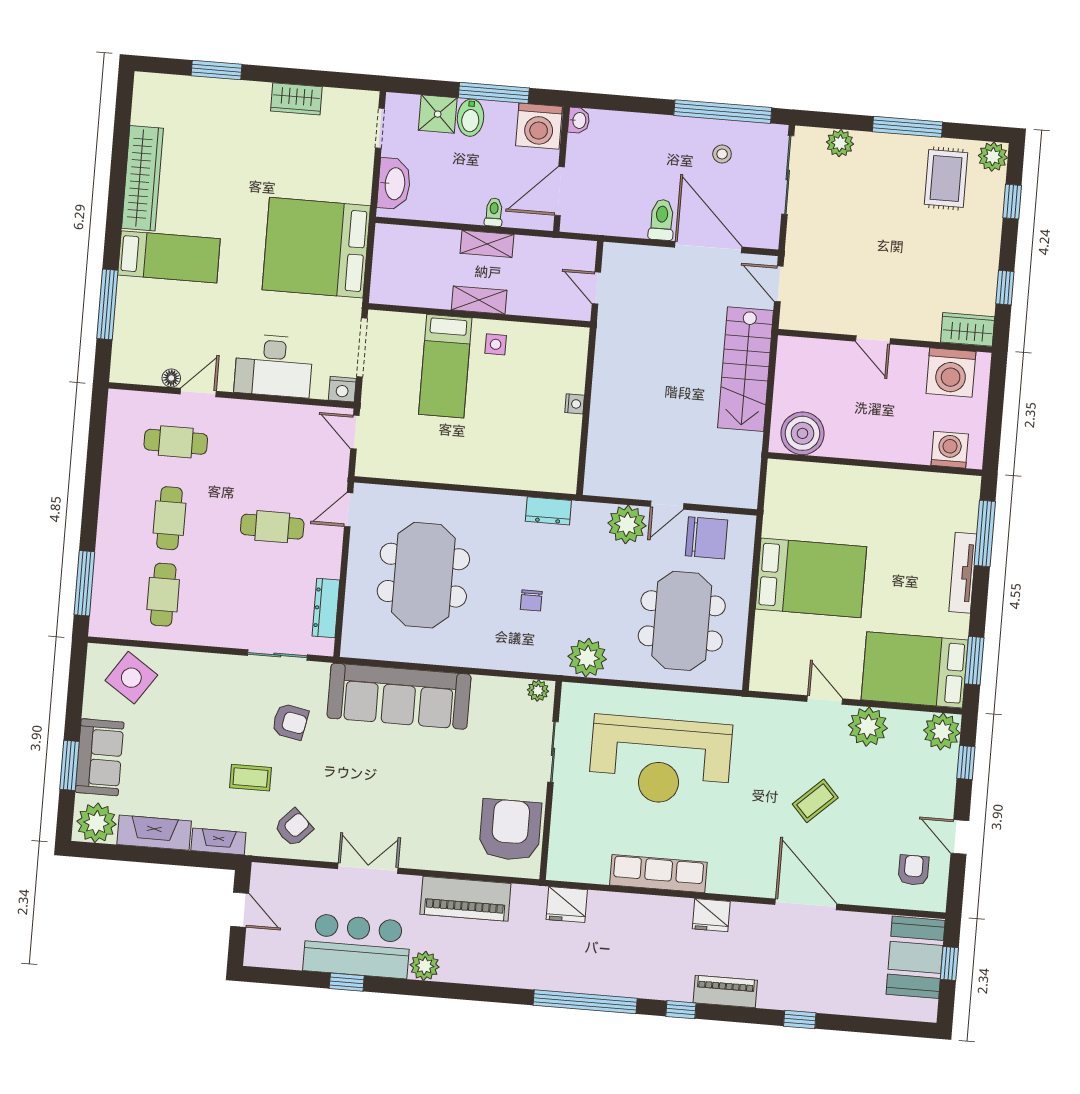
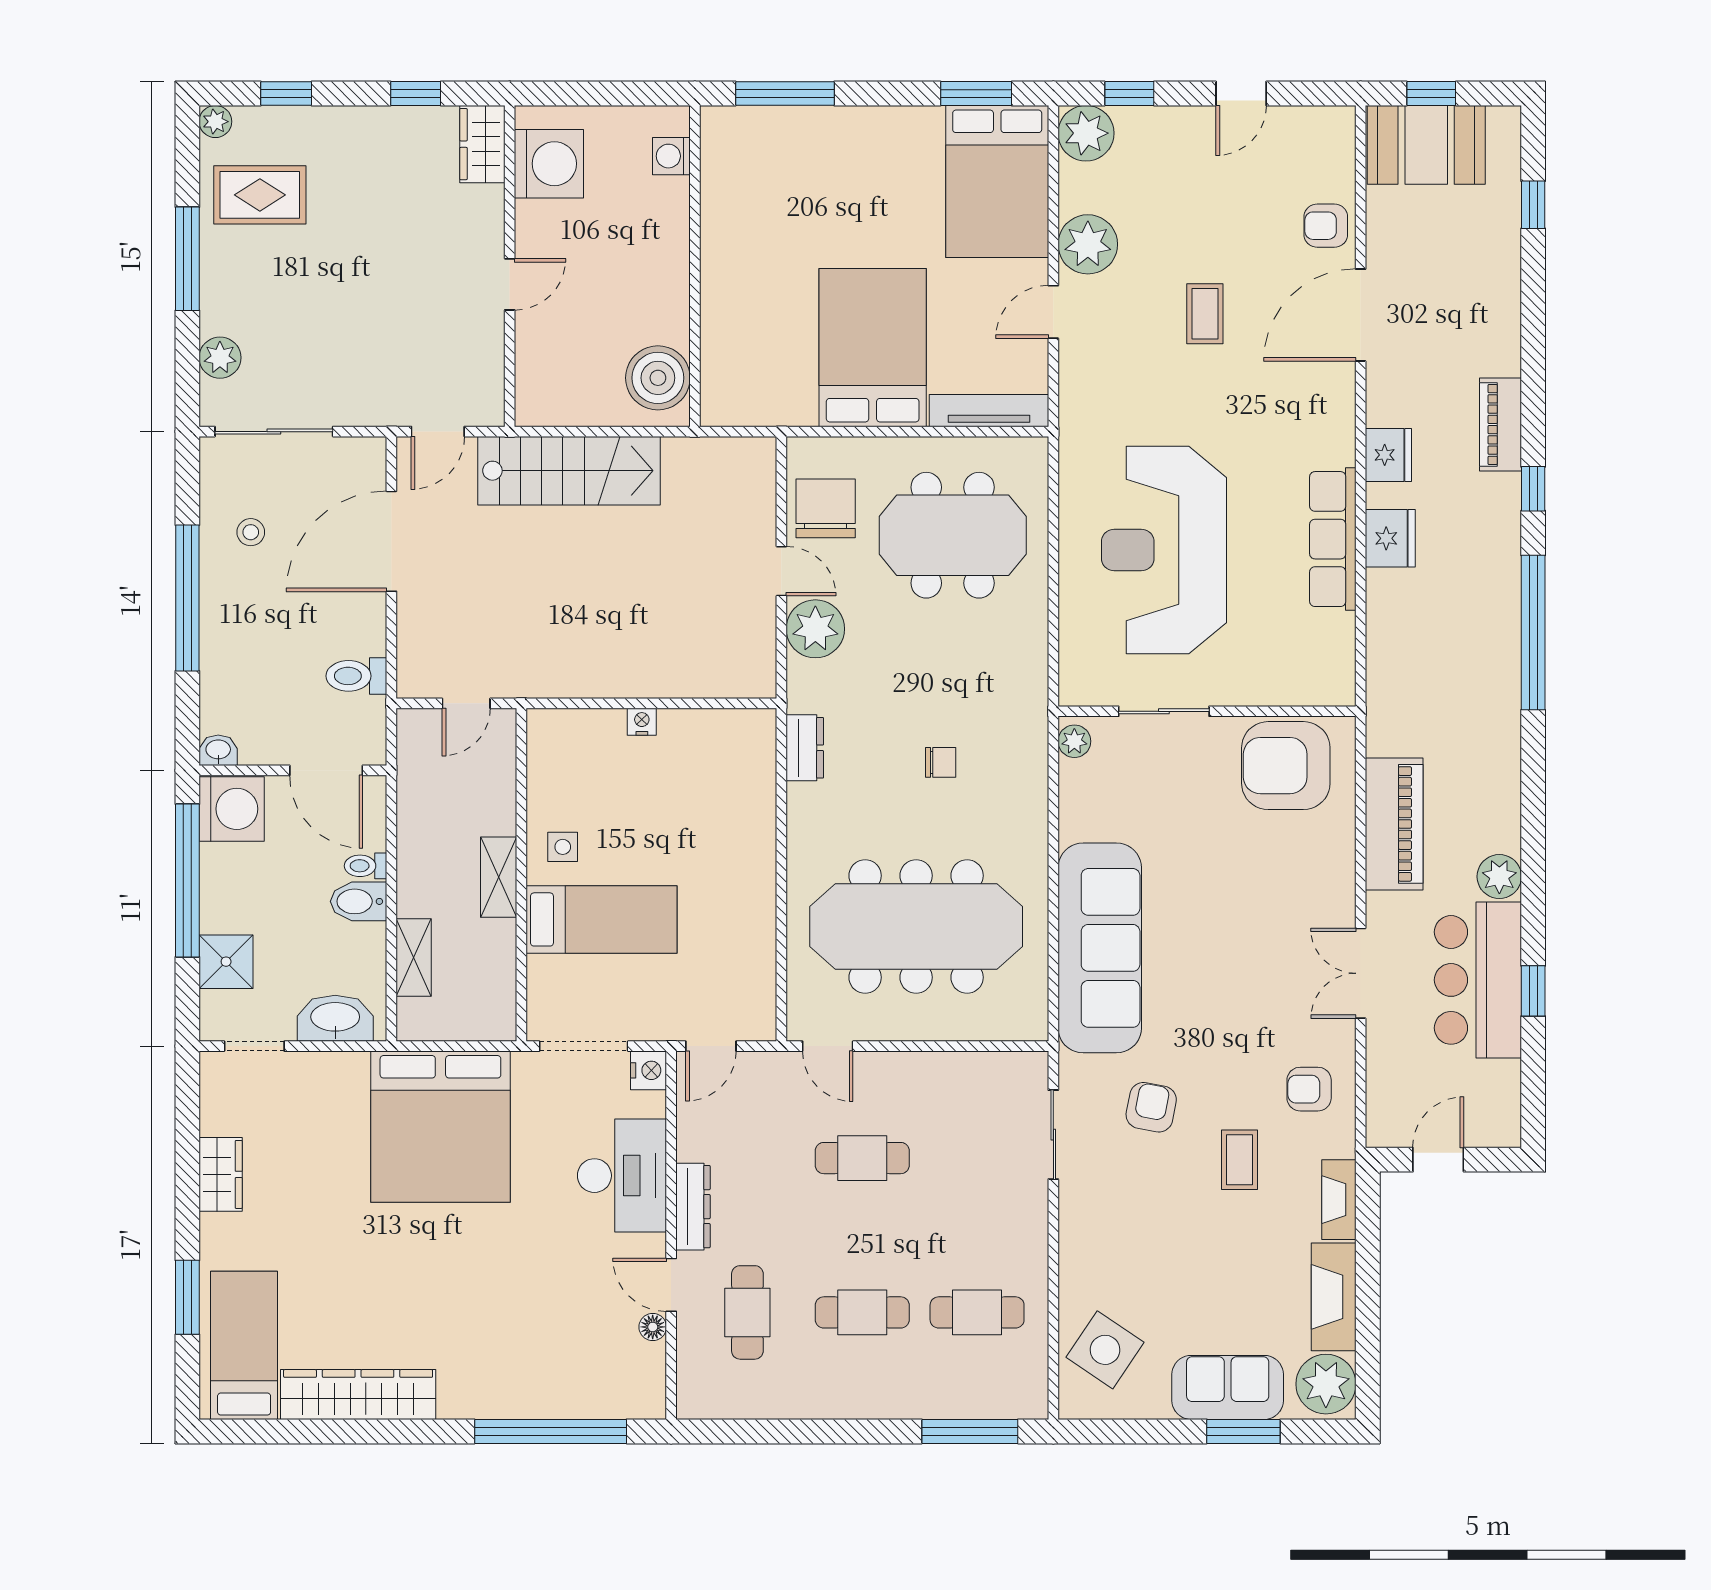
window: (494, 93) -> (187, 881), width x1.46
window: (723, 112) -> (187, 598), moved
bidet: (471, 118) -> (359, 901), moved, turned 180
plant: (993, 157) -> (215, 122), width x0.73, depth x0.73
toilet: (662, 220) -> (356, 676), moved
shelving: (487, 244) -> (414, 957), moved
bed: (169, 257) -> (244, 1345), moved
window: (107, 304) -> (551, 1431), width x1.46
washing machine: (950, 450) -> (671, 156), width x0.73, depth x0.73
cafe table: (272, 527) -> (862, 1158), turned 90
tv unit: (963, 573) -> (989, 411), moved, turned 180
meeting table: (423, 575) -> (916, 927), width x1.36
dresser: (326, 608) -> (693, 1207), moved, turned -90
plant: (587, 658) -> (1019, 672), removed
reception desk: (660, 761) -> (1164, 550), turned 180
coffee table: (815, 801) -> (1205, 314), turned 43
armchair: (294, 828) -> (1309, 1089), turned -44
armchair: (914, 870) -> (1326, 226), moved
fridge: (567, 905) -> (1390, 538), moved
window: (800, 1019) -> (1533, 205), moved

